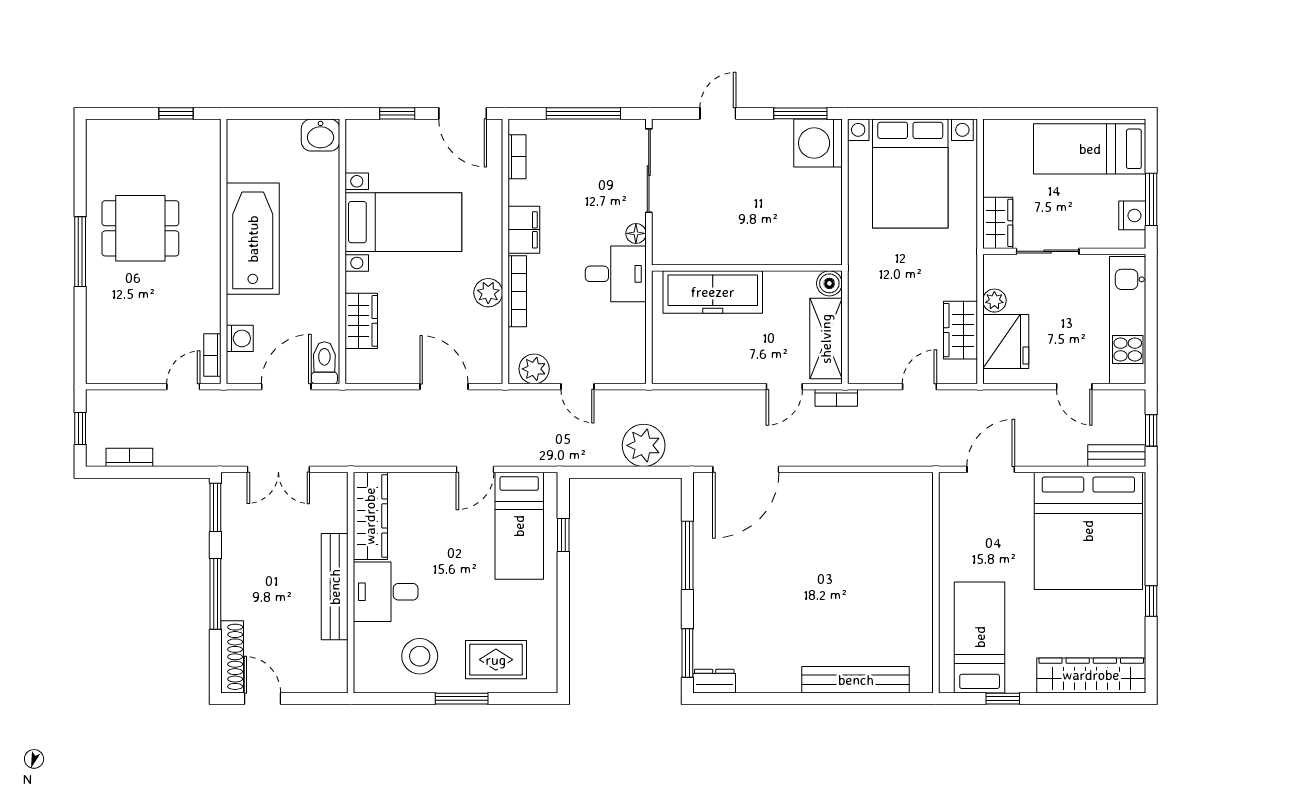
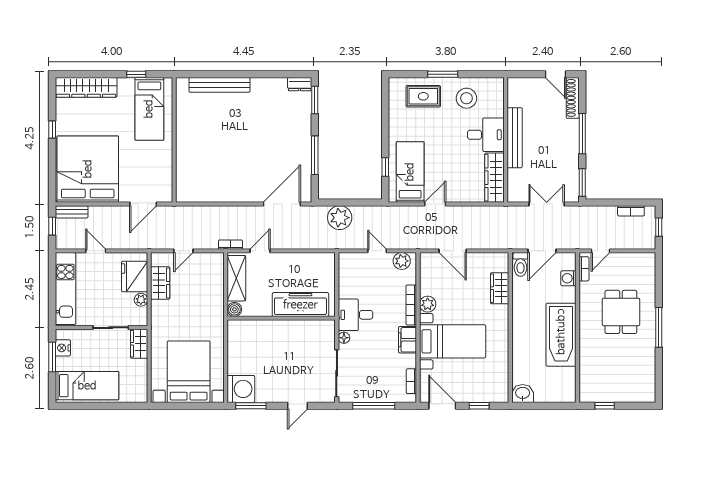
bed with nightstands: (403, 222) -> (453, 341), moved, turned 180
dining table: (140, 228) -> (621, 312), moved, turned 90

